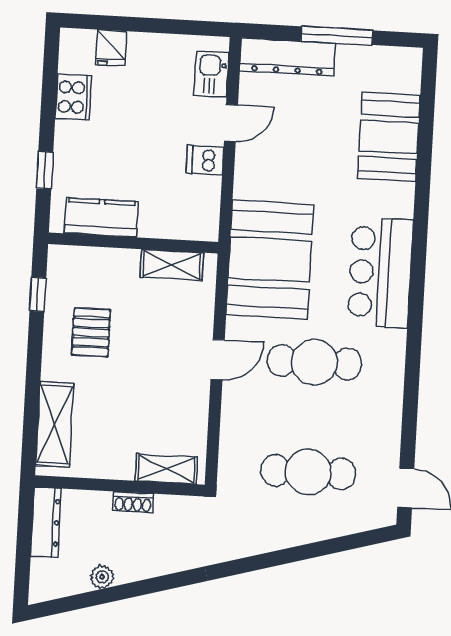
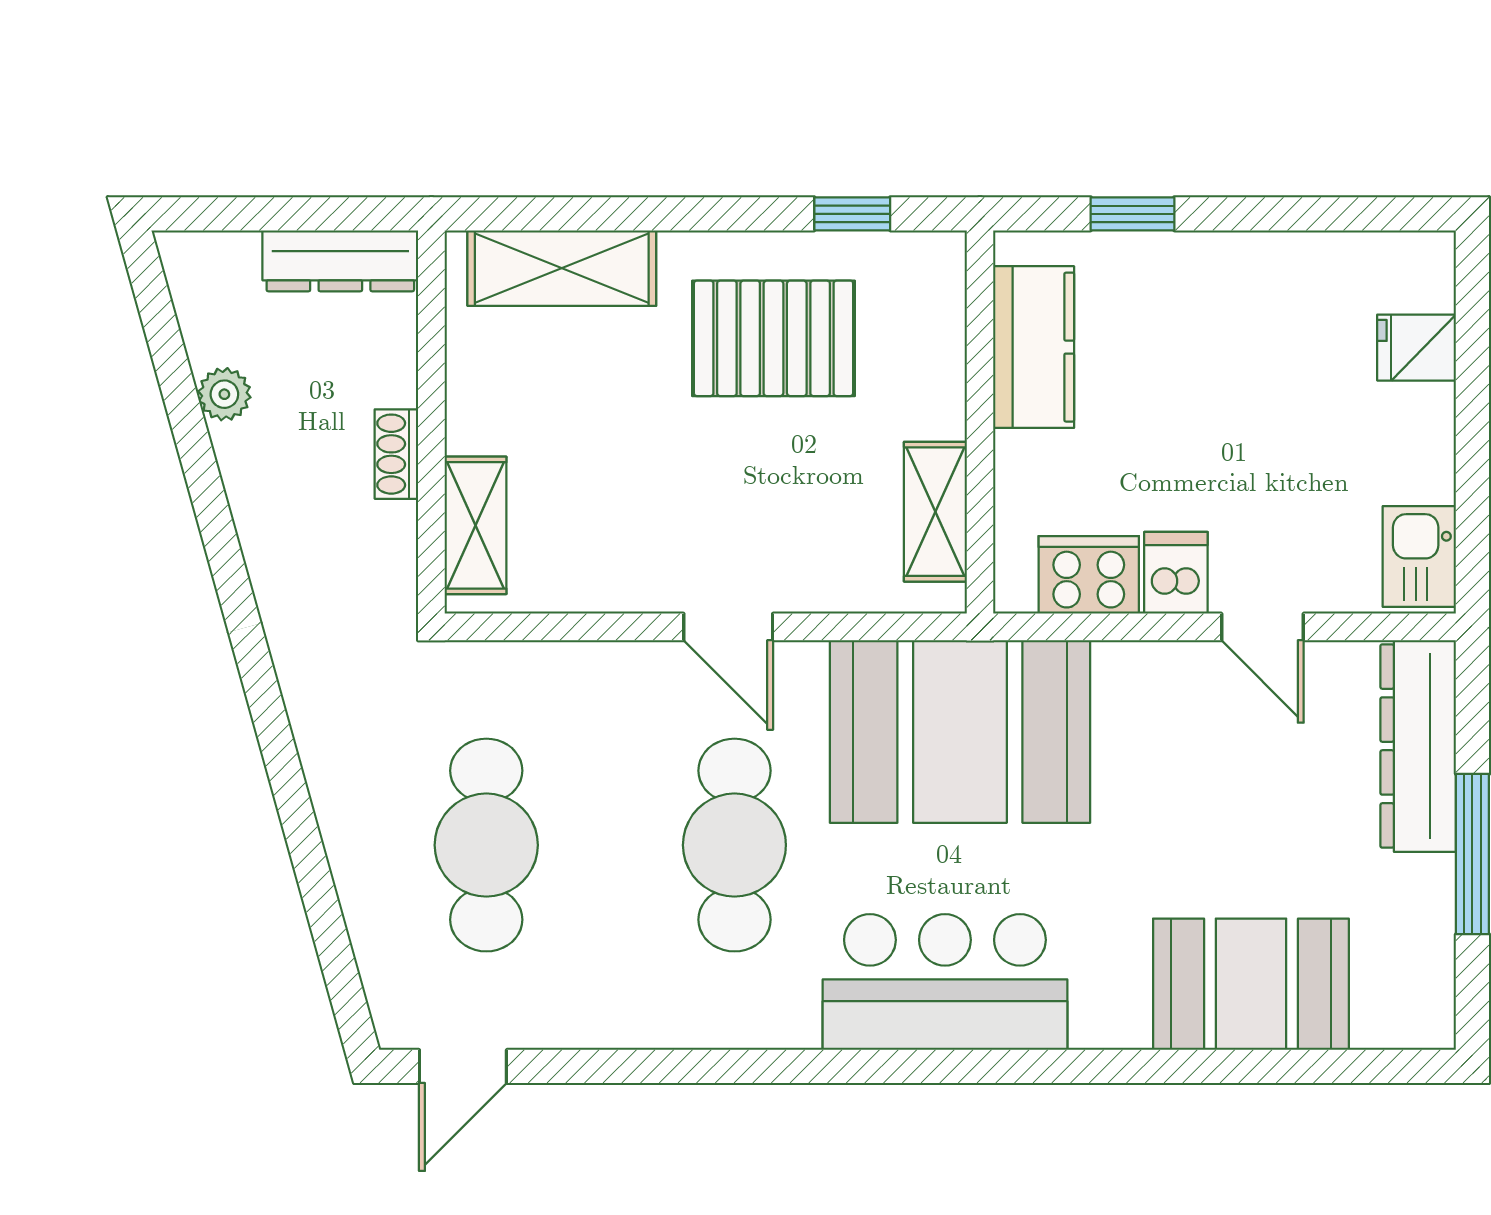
kitchen sink: (212, 74) -> (1419, 556), moved, turned -90
cooker: (73, 97) -> (1089, 575), moved, turned 180
pallet: (91, 332) -> (773, 338), width x1.50, depth x1.42

